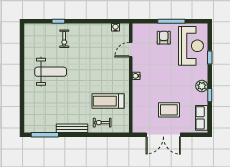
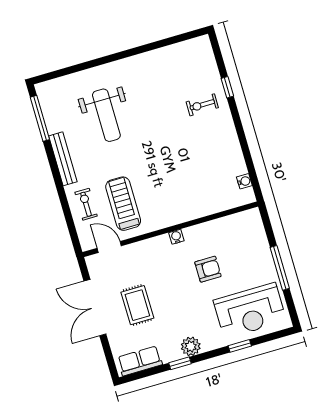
armchair: (164, 38) -> (208, 269), moved
door: (131, 50) -> (109, 247), moved
weight bench: (51, 72) -> (106, 115), moved

